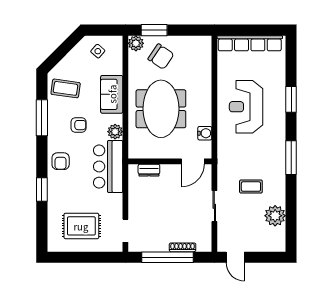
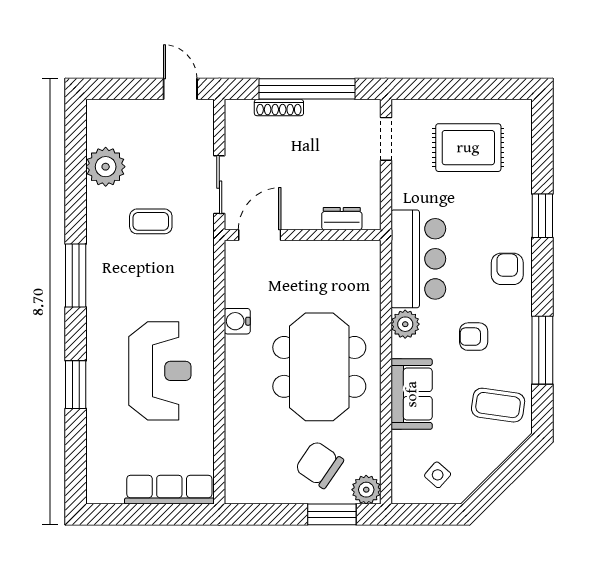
row of seats: (250, 43) -> (169, 490), width x0.73
wall: (170, 161) -> (303, 235), moved
door: (193, 161) -> (260, 235), moved
dresser: (149, 170) -> (342, 219), moved

